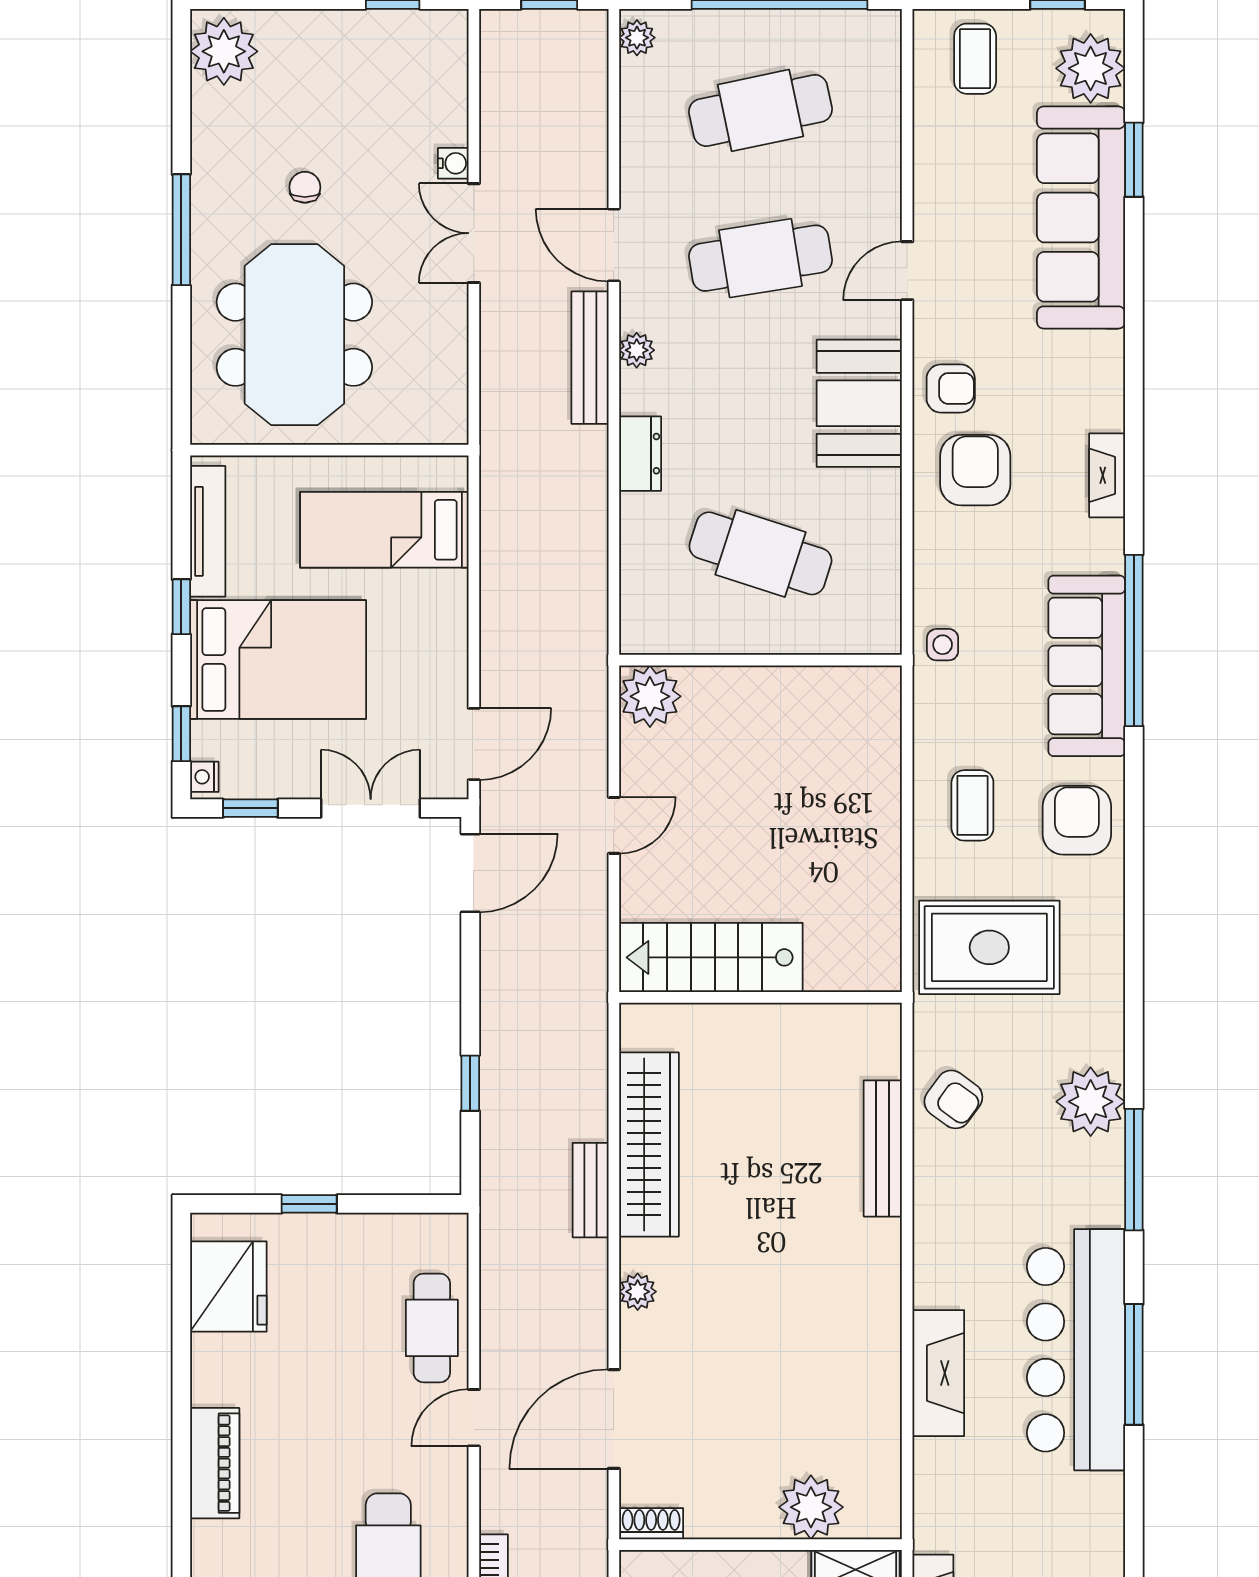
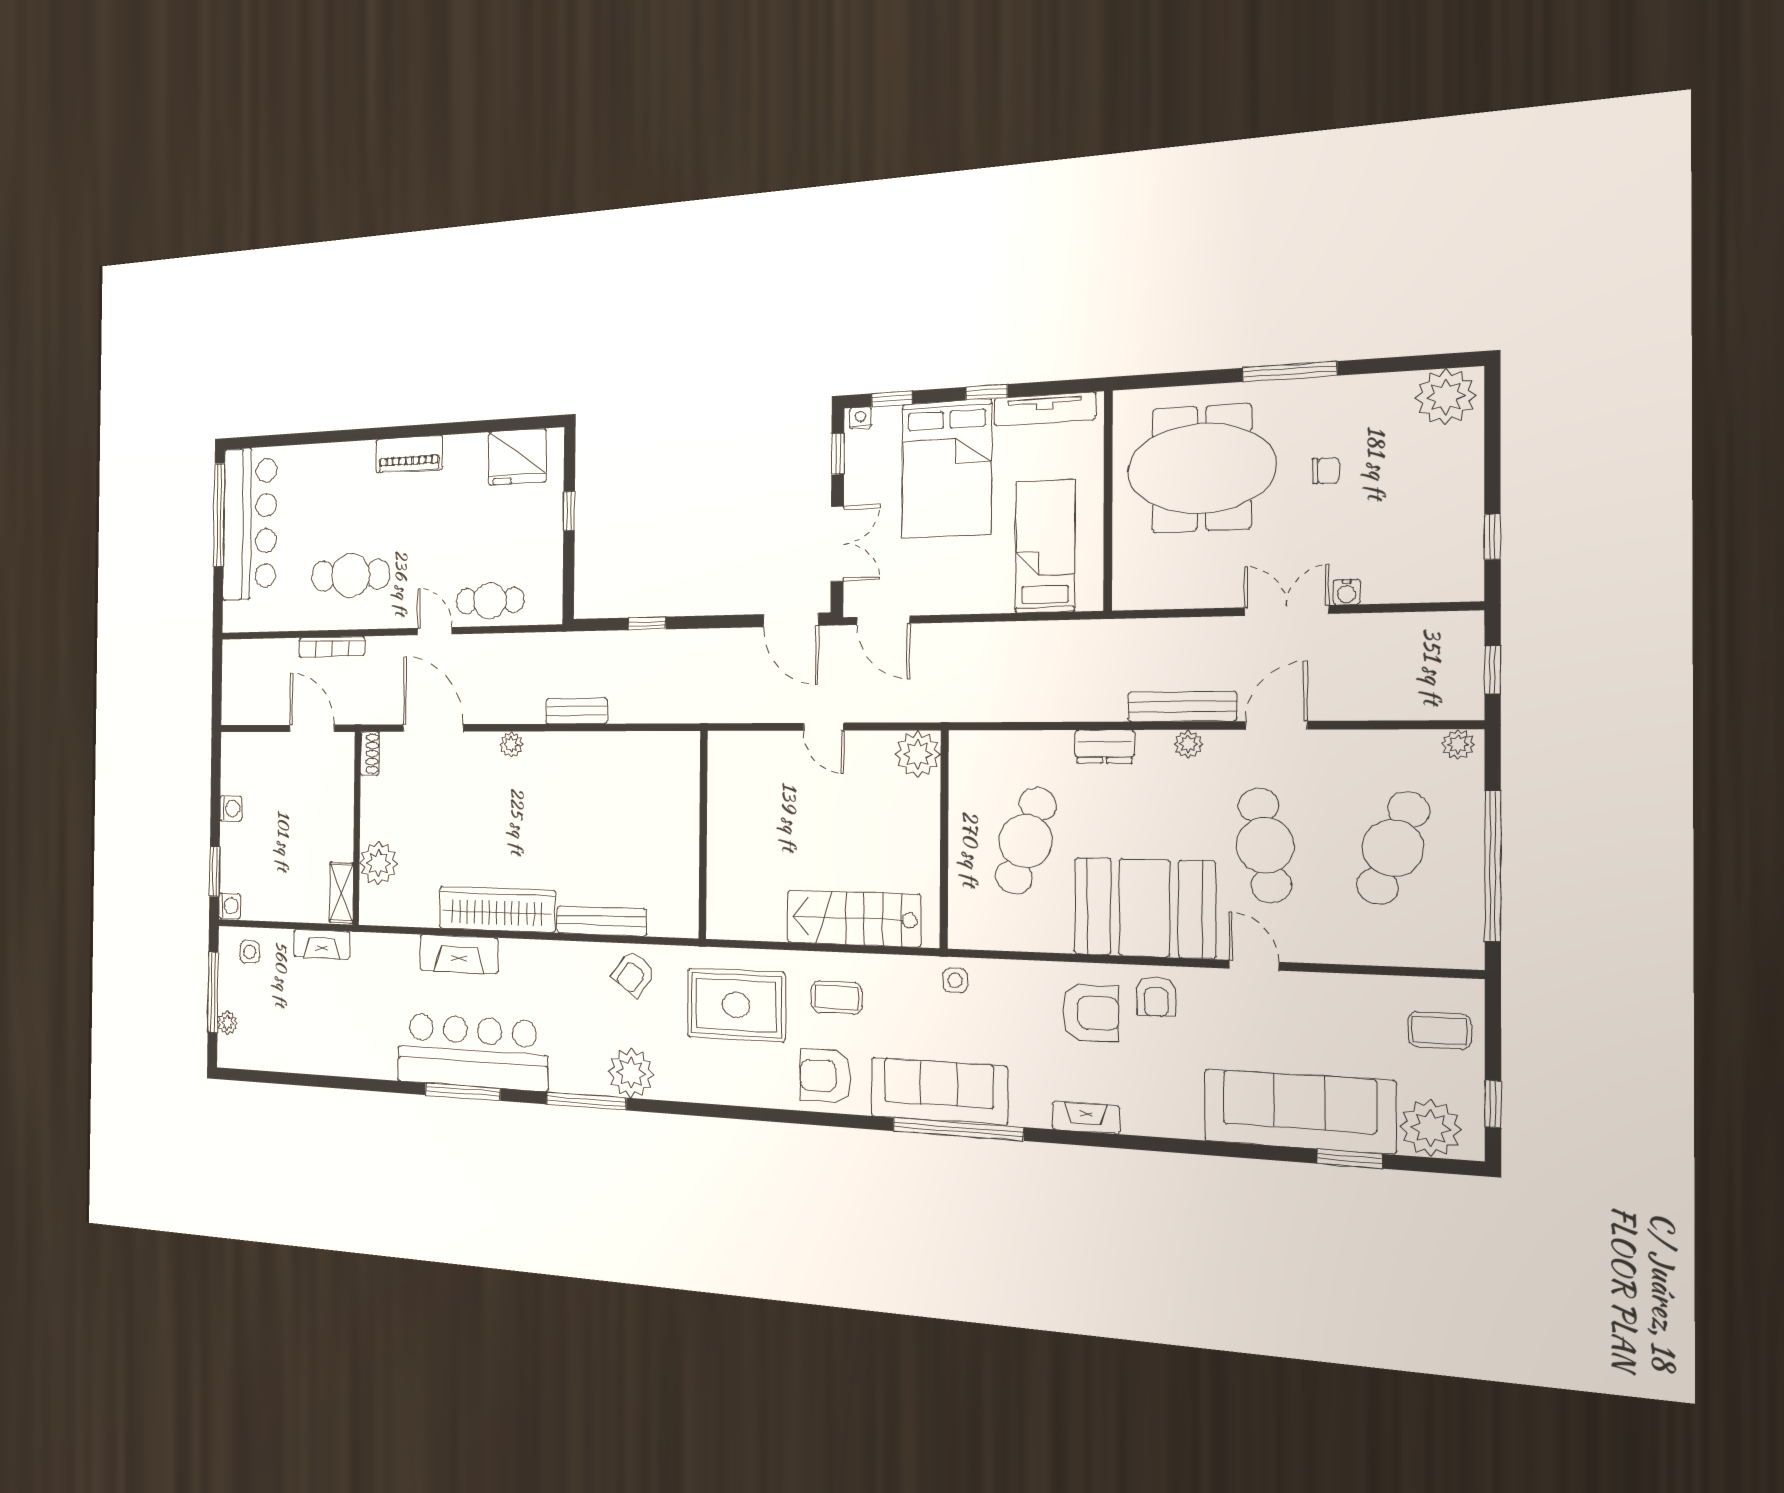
cafe table: (760, 110) -> (1393, 848), turned 33
booth: (859, 403) -> (1144, 908), width x1.36, depth x1.42
armchair: (1077, 820) -> (825, 1076), turned 180
rug: (989, 947) -> (736, 1005), turned 90
stairs: (711, 957) -> (853, 918), moved, turned -90
wardrobe: (649, 1144) -> (497, 909), moved, turned 180

